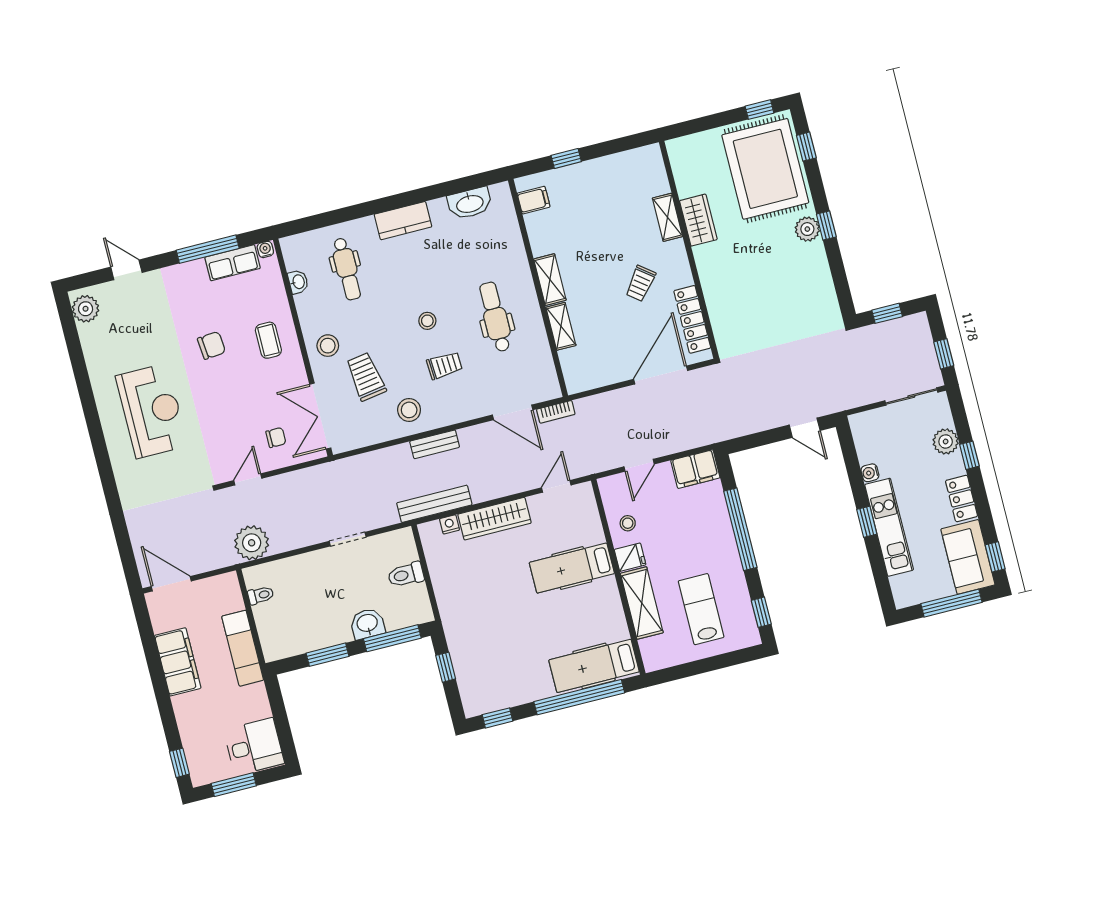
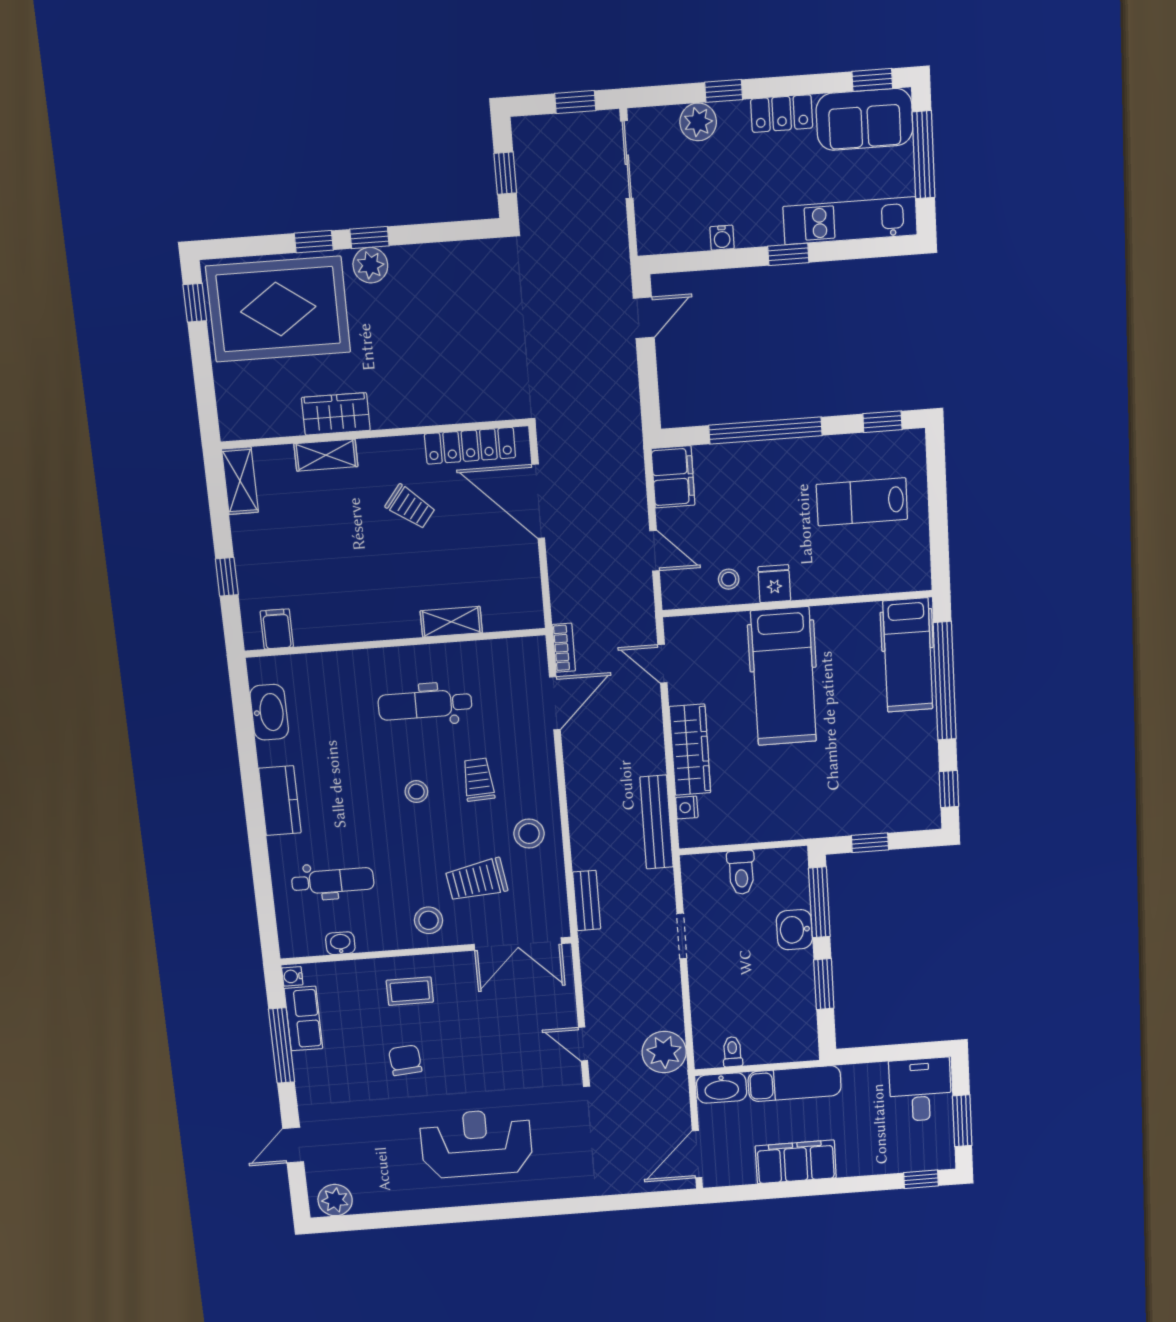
window: (806, 147) -> (314, 242), moved
shelving: (550, 280) -> (240, 481), moved, turned 90
chair: (276, 438) -> (536, 1002), removed
bench: (435, 444) -> (587, 901), moved
kitchen unit: (889, 527) -> (850, 221), moved
hospital bed: (572, 568) -> (784, 676), width x1.37, depth x1.29
washbasin: (230, 593) -> (722, 1088), added
shelving: (642, 603) -> (838, 579), removed

